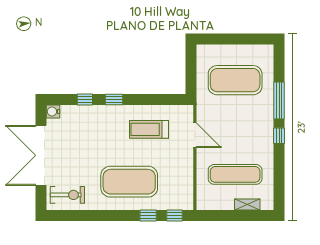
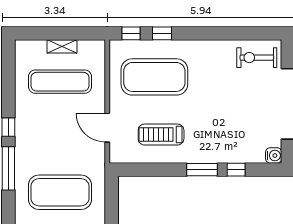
window: (114, 99) -> (202, 170), width x1.50
treadmill: (149, 129) -> (161, 135), turned 180
exercise mat: (129, 182) -> (154, 77), moved
shelving: (247, 204) -> (62, 46), moved

